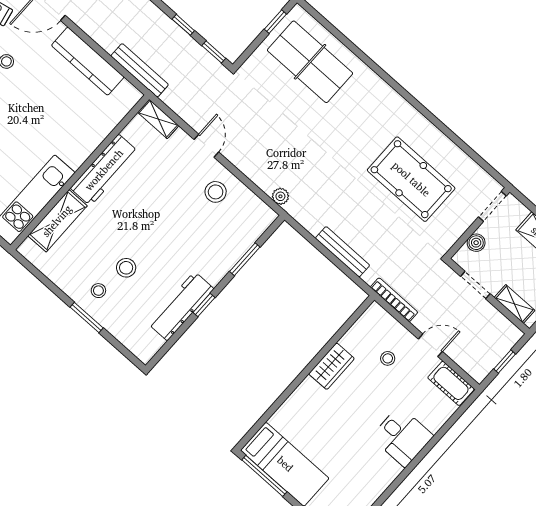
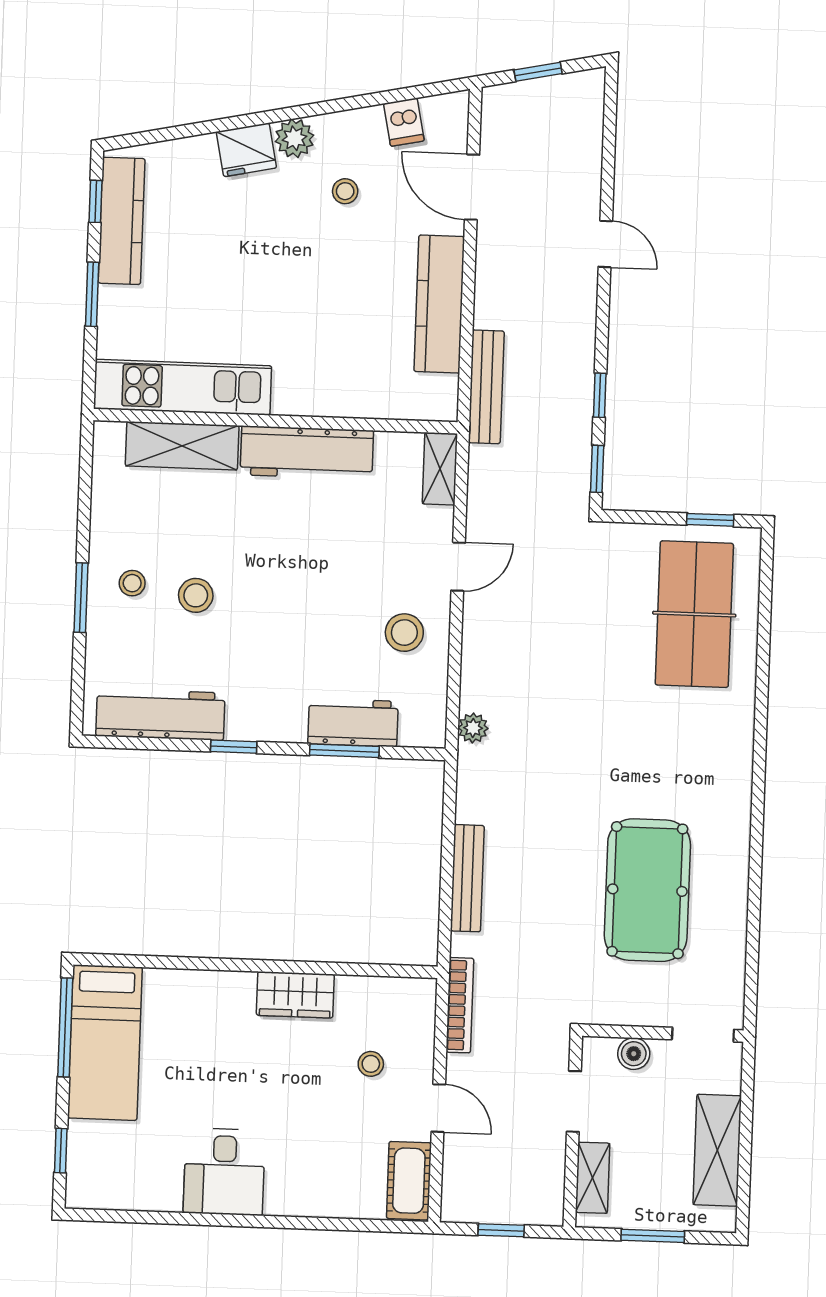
workbench: (236, 246) -> (353, 722), added
workbench: (181, 306) -> (160, 714), moved
desk: (402, 436) -> (224, 1172), moved

